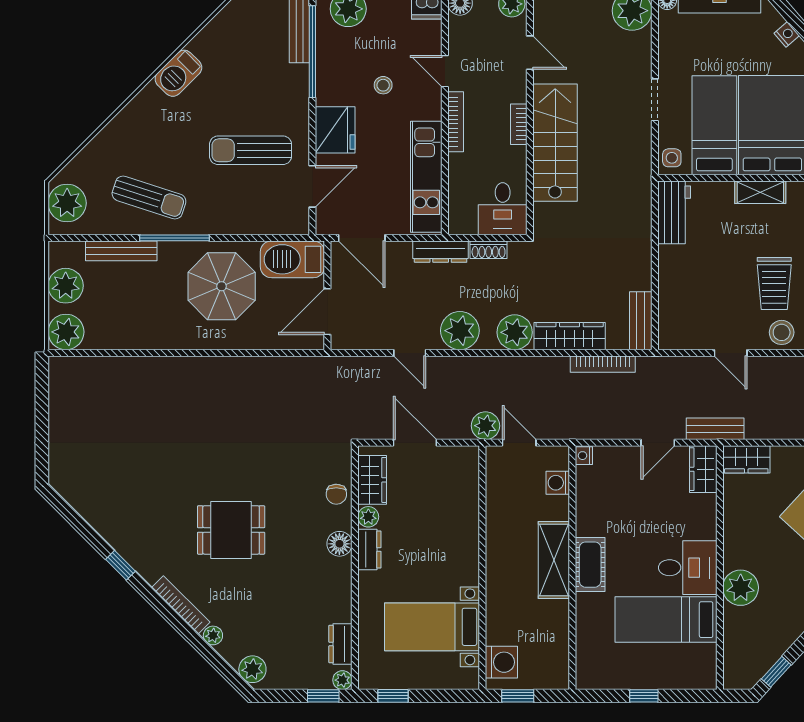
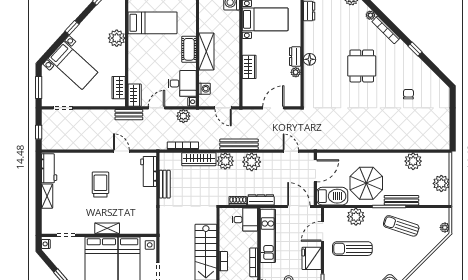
sun lounger: (251, 150) -> (352, 249), turned 180
plant: (67, 203) -> (445, 227), width x0.53, depth x0.53
desk: (503, 209) -> (245, 220), moved, turned 90
workbench: (674, 212) -> (149, 172), moved
plant: (243, 217) -> (356, 217), added
bench: (121, 251) -> (401, 200), moved
bench: (641, 321) -> (165, 184), moved
plant: (66, 332) -> (413, 161), moved
stool: (782, 332) -> (97, 161), removed
door: (410, 353) -> (291, 151), moved
bench: (486, 367) -> (239, 144), added
plant: (485, 426) -> (183, 116), moved
door: (415, 443) -> (273, 108), swing flipped
wardrobe: (746, 459) -> (119, 88), moved, turned -90
wardrobe: (372, 480) -> (249, 67), moved, turned 180
chair: (336, 494) -> (408, 94), moved
dining table: (231, 530) -> (362, 66), turned 90
desk: (688, 568) -> (182, 83), moved, turned 180

